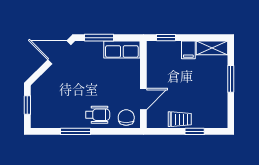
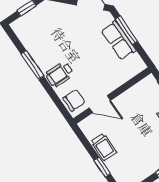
row of seats: (122, 49) -> (119, 40), moved
wheelchair: (98, 115) -> (60, 74), turned 90

